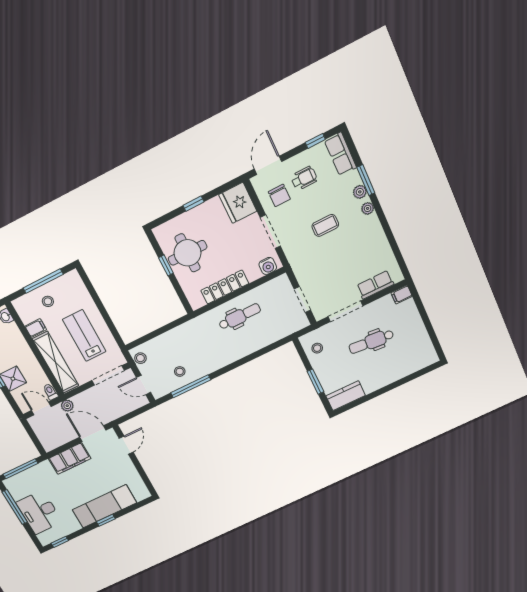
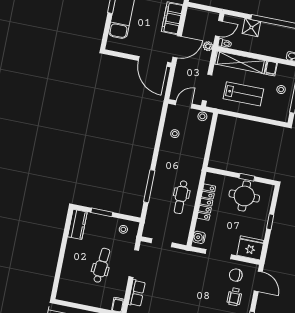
coffee table: (325, 225) -> (197, 289), removed
window: (191, 386) -> (149, 186), moved
door: (126, 445) -> (153, 61), width x1.87

